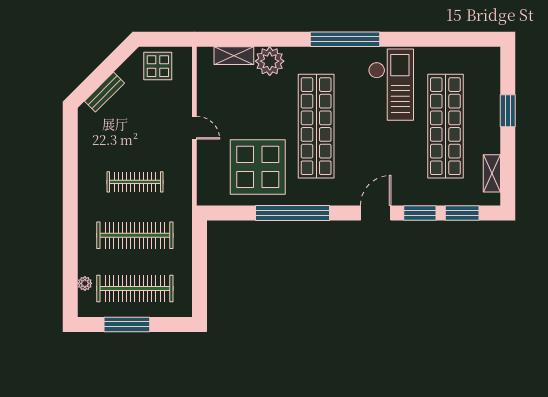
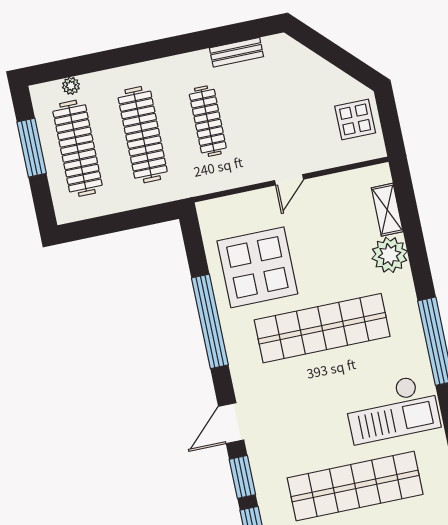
bench: (104, 92) -> (236, 52), moved, turned -45
door: (376, 213) -> (231, 423), swing flipped

